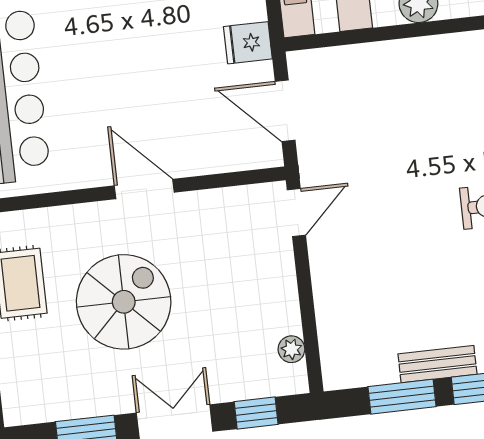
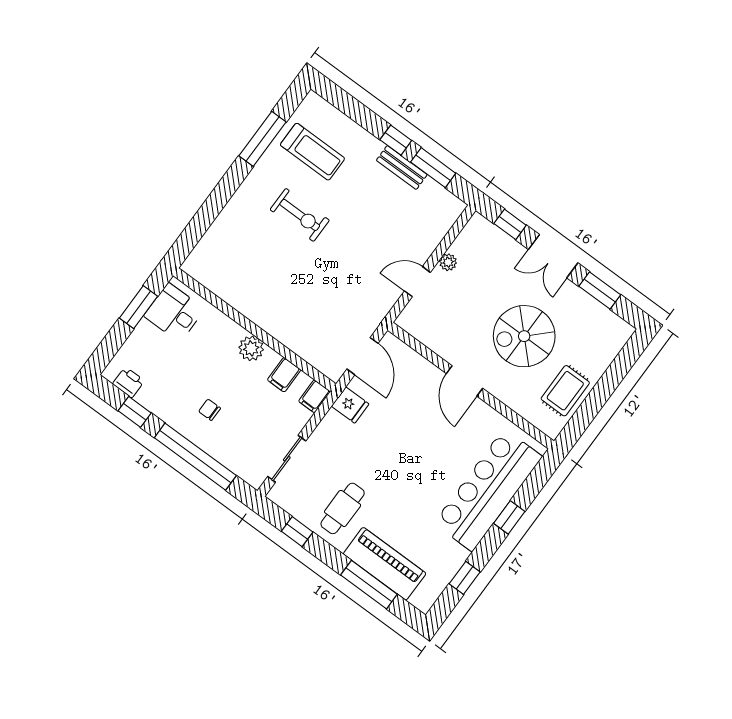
door: (296, 213) -> (417, 282), moved
plant: (291, 349) -> (448, 262), moved

